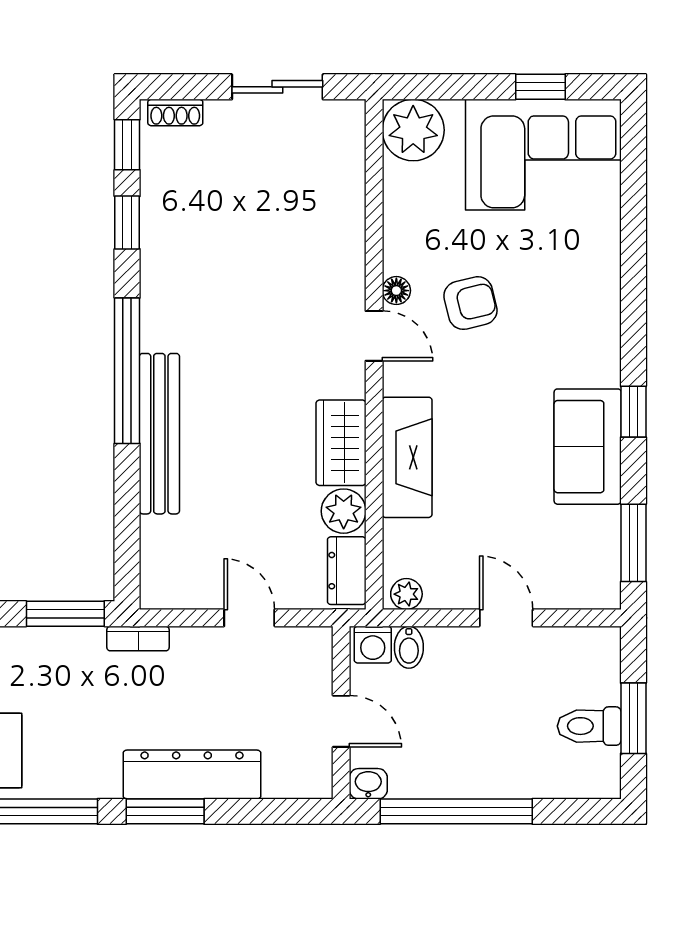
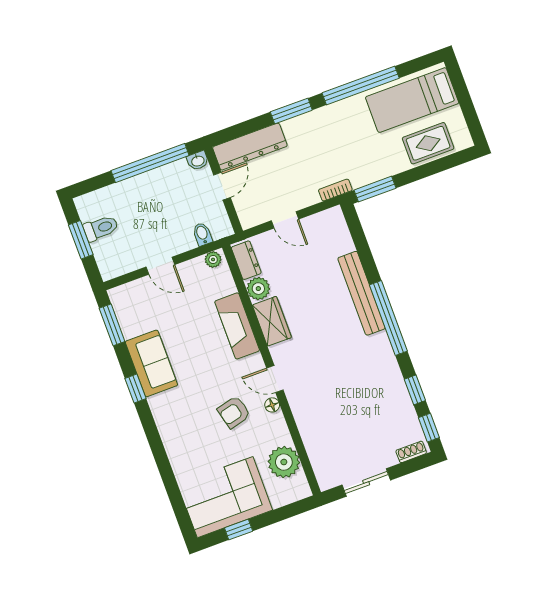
plant: (413, 130) -> (284, 462), moved
washing machine: (373, 645) -> (220, 229), removed
door: (341, 721) -> (222, 186), swing flipped
dresser: (192, 775) -> (250, 147), moved

